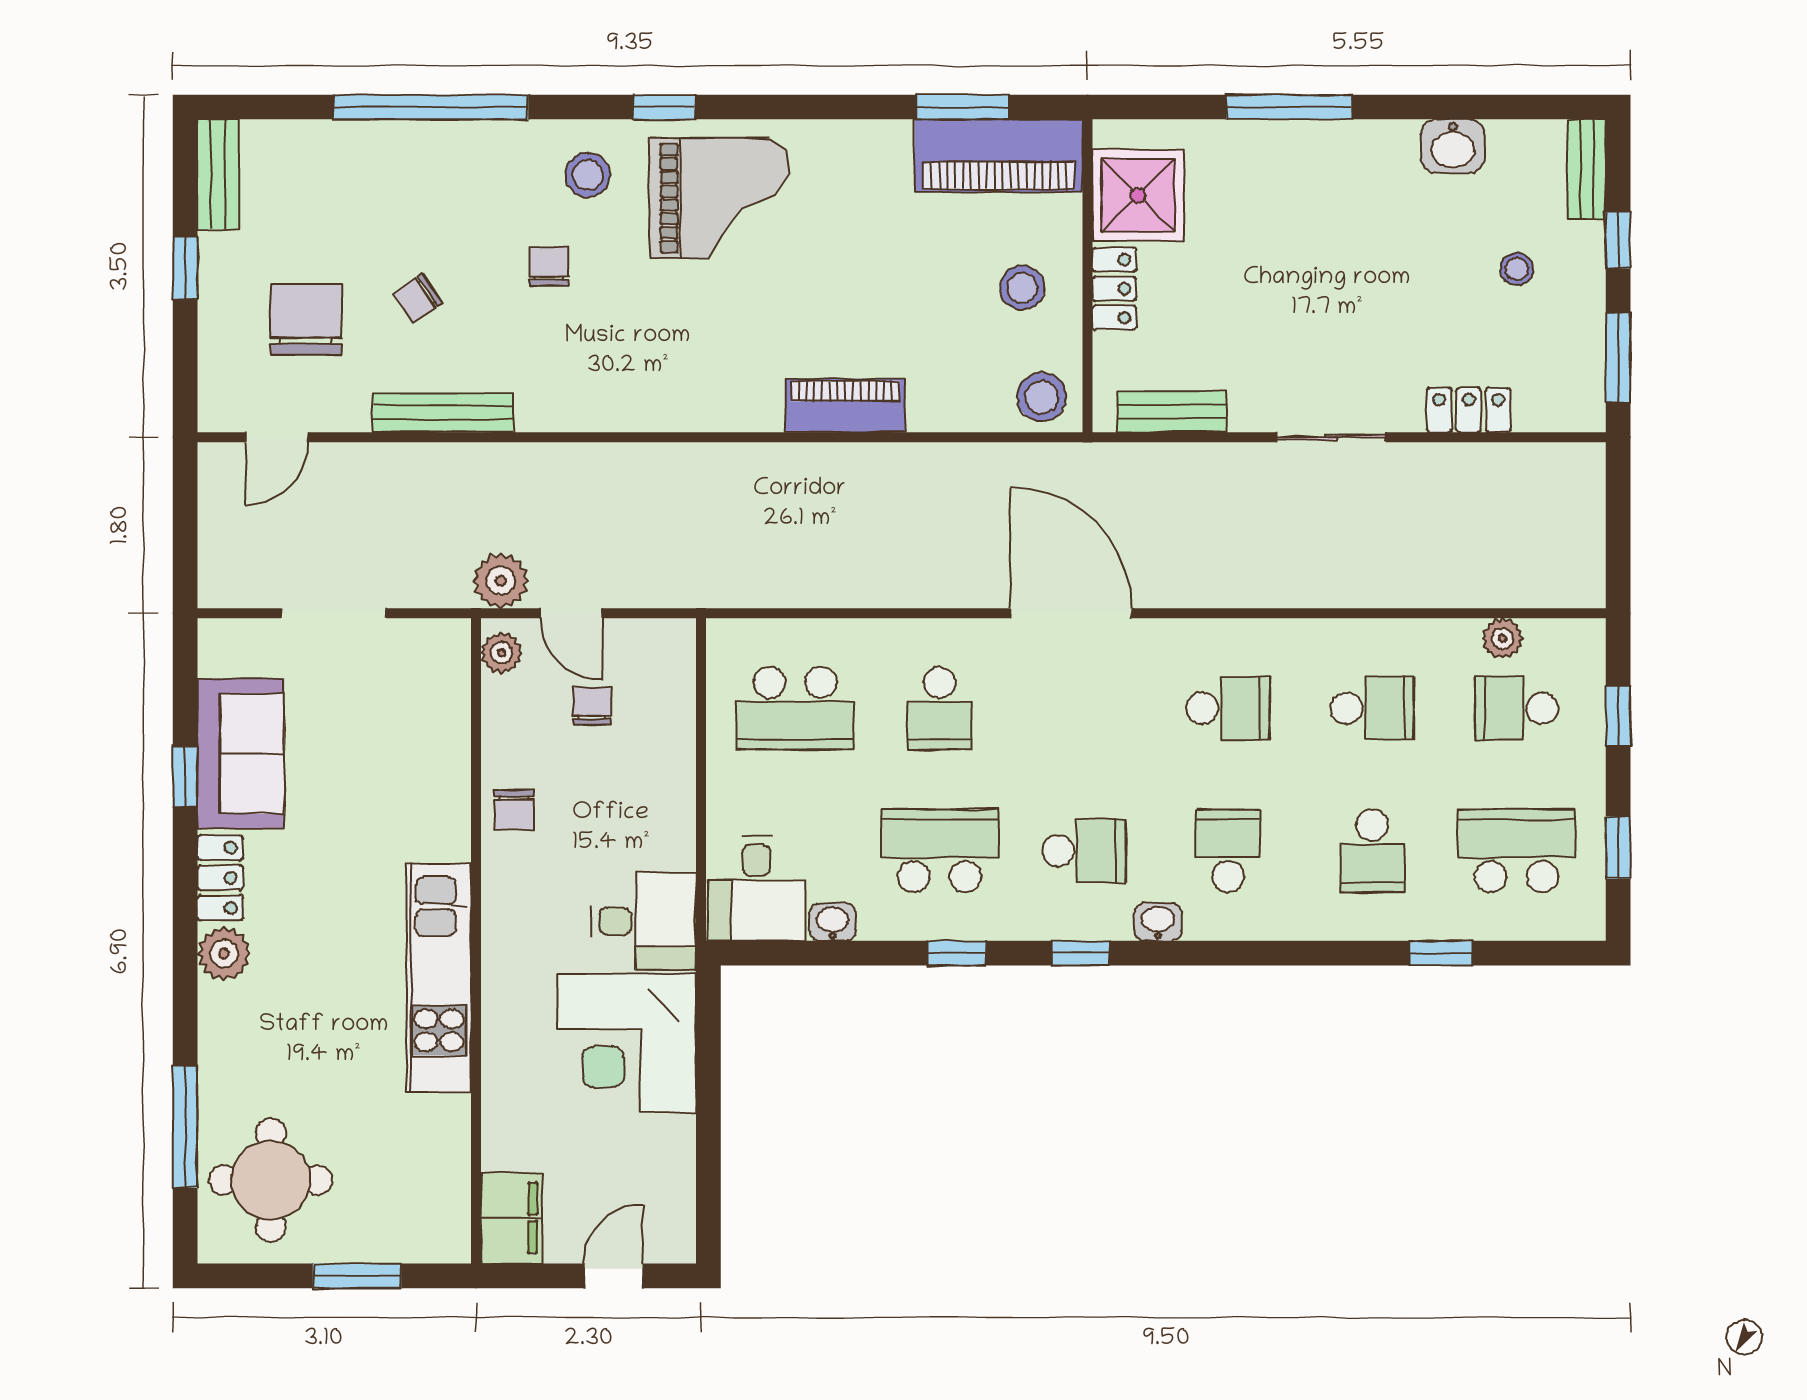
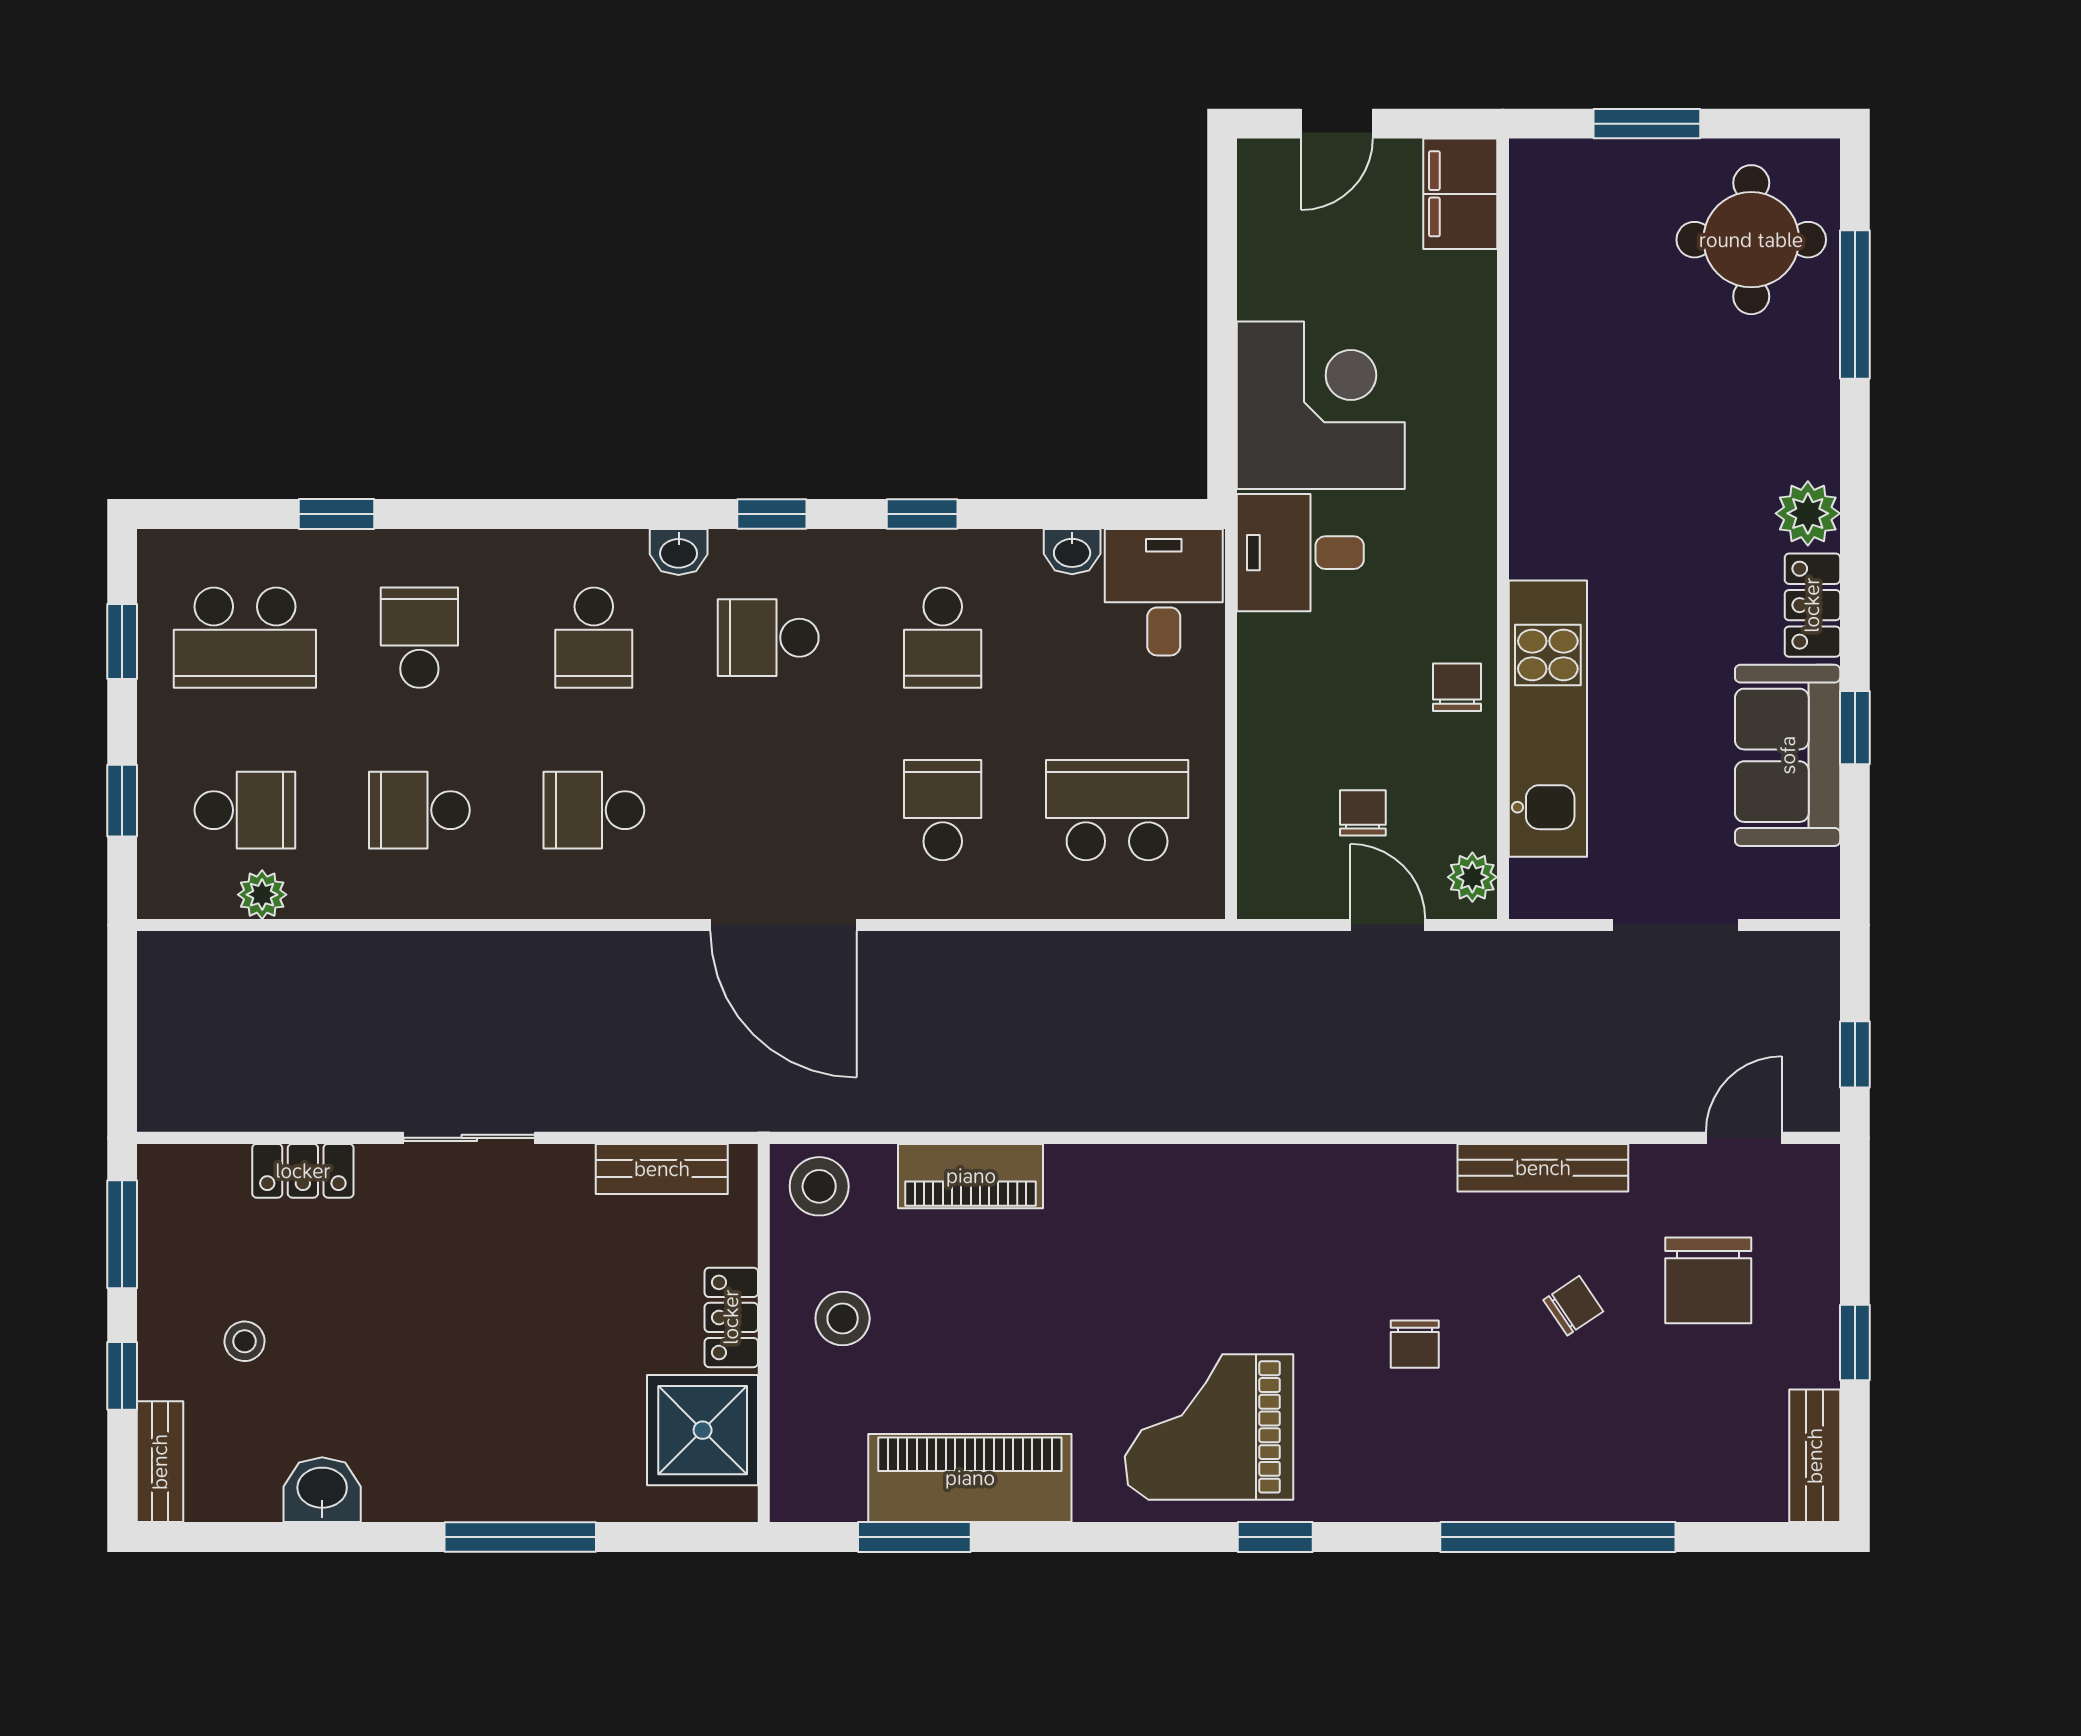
piano: (999, 156) -> (970, 1478), moved
stool: (588, 175) -> (1368, 1455), removed
piano: (845, 406) -> (971, 1176), moved
window: (185, 506) -> (1855, 1054), added
plant: (501, 581) -> (1473, 964), removed
chair: (592, 706) -> (1363, 813), turned 180
school desk: (939, 851) -> (943, 638), width x0.54
kitchen unit: (439, 978) -> (1548, 719), moved

